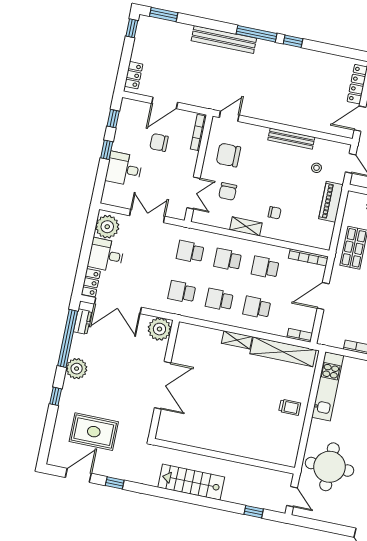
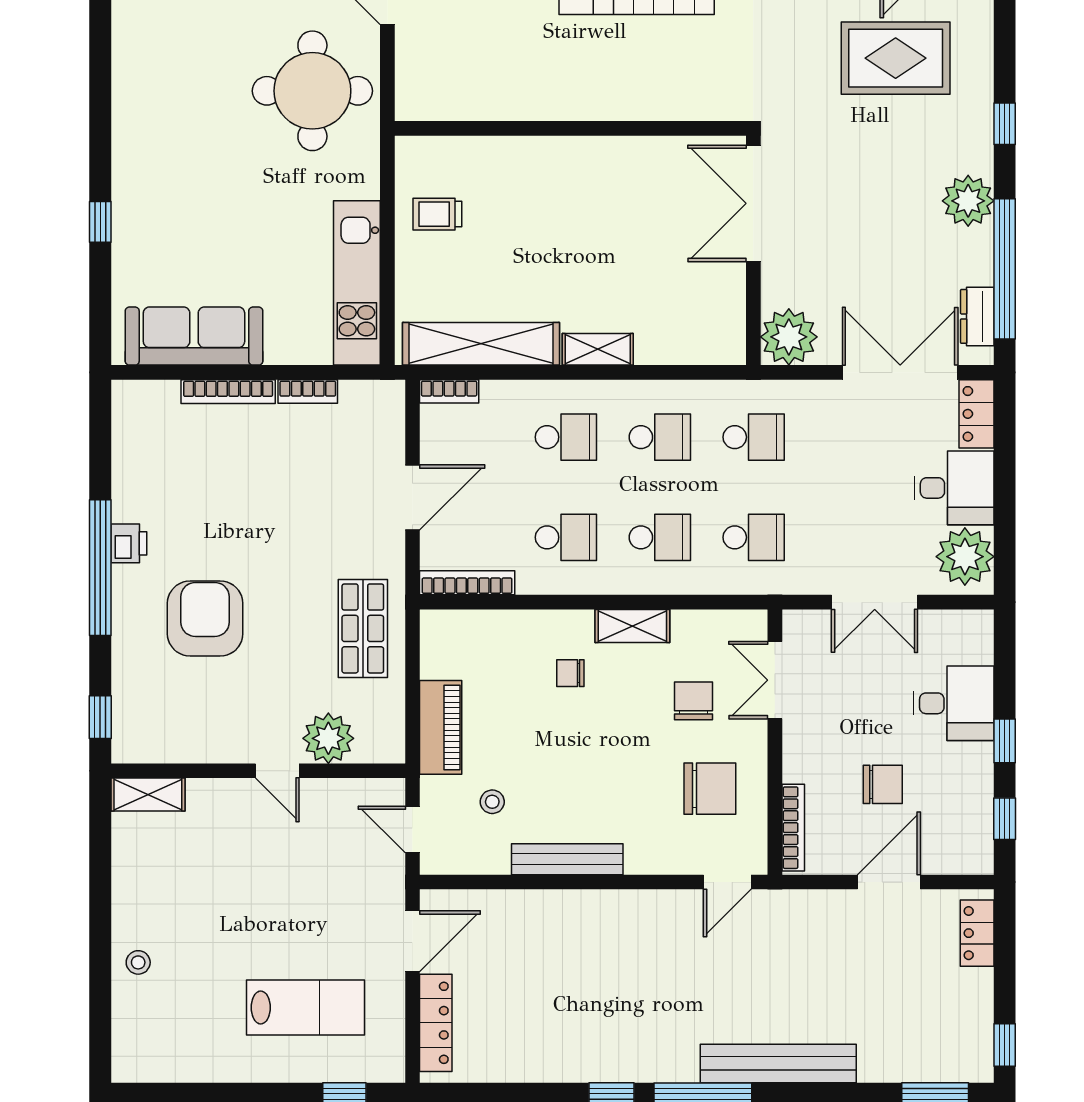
wall: (224, 456) -> (570, 128), moved

